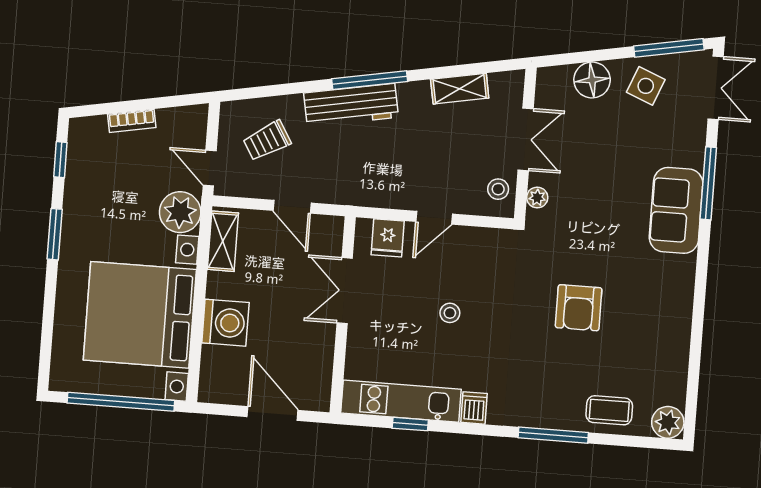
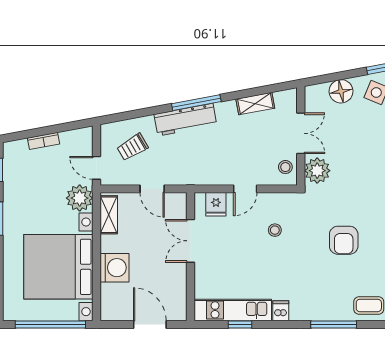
plant: (537, 198) -> (317, 171), width x1.87, depth x1.87
stool: (450, 313) -> (275, 230), moved

